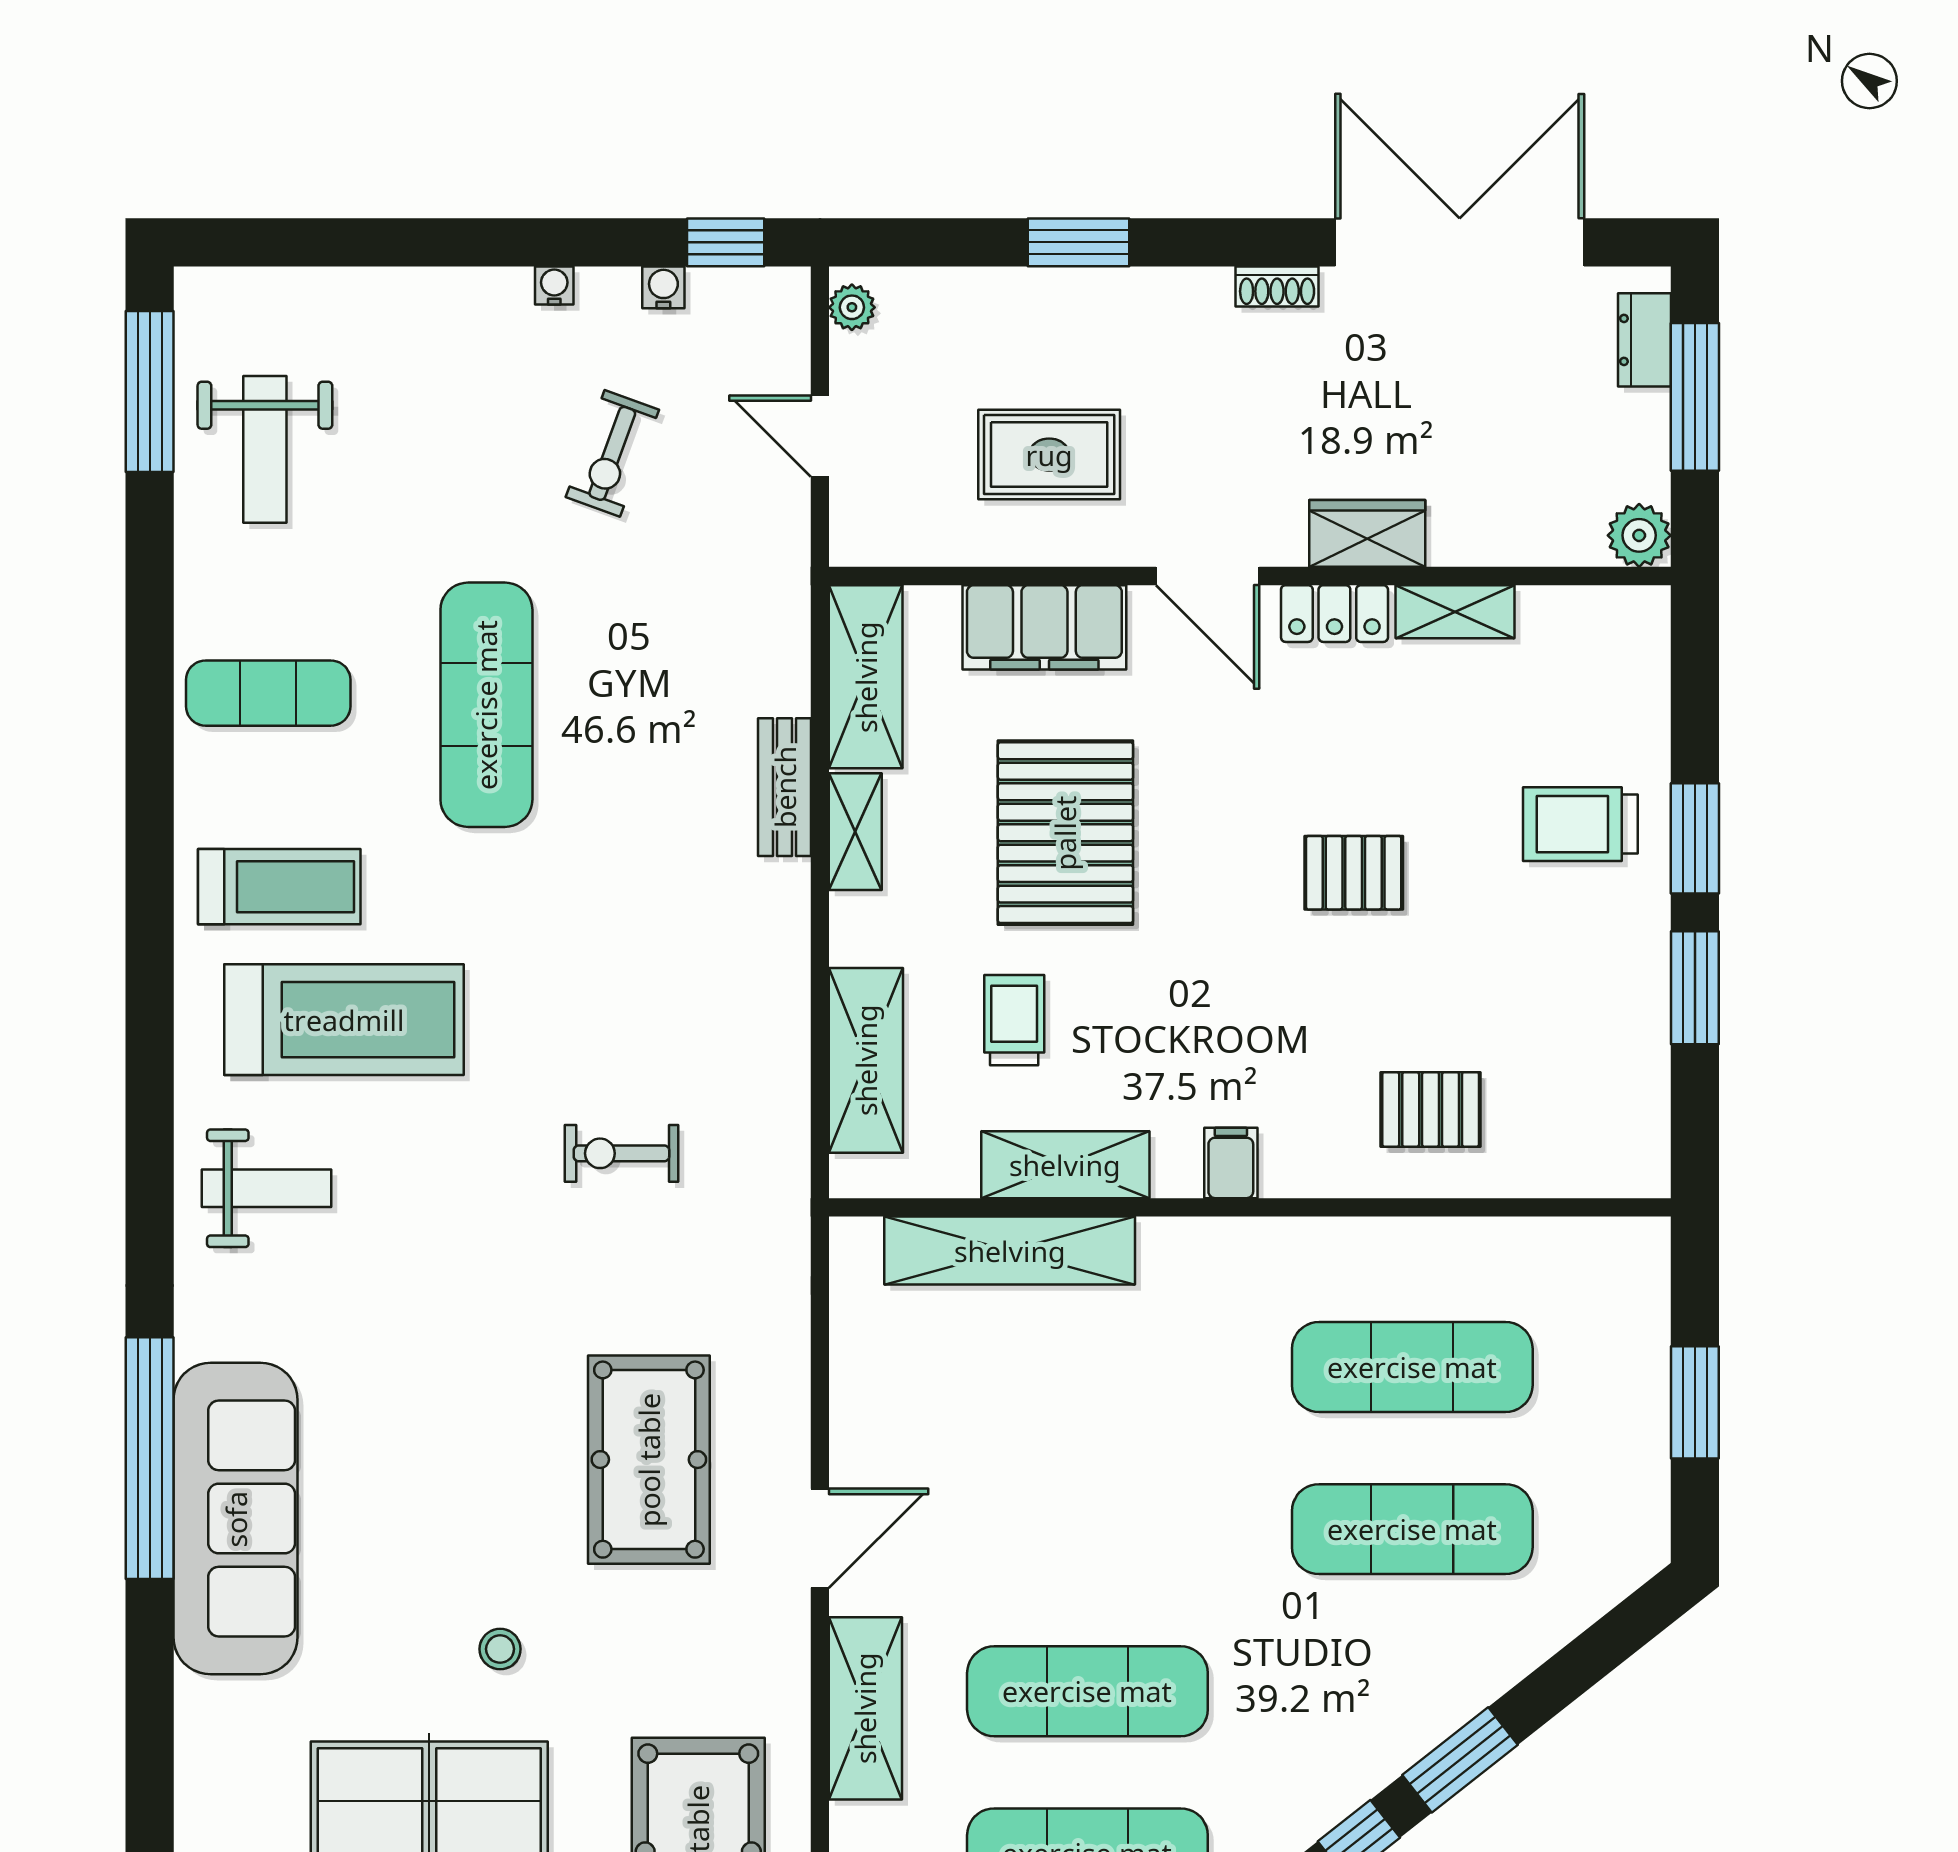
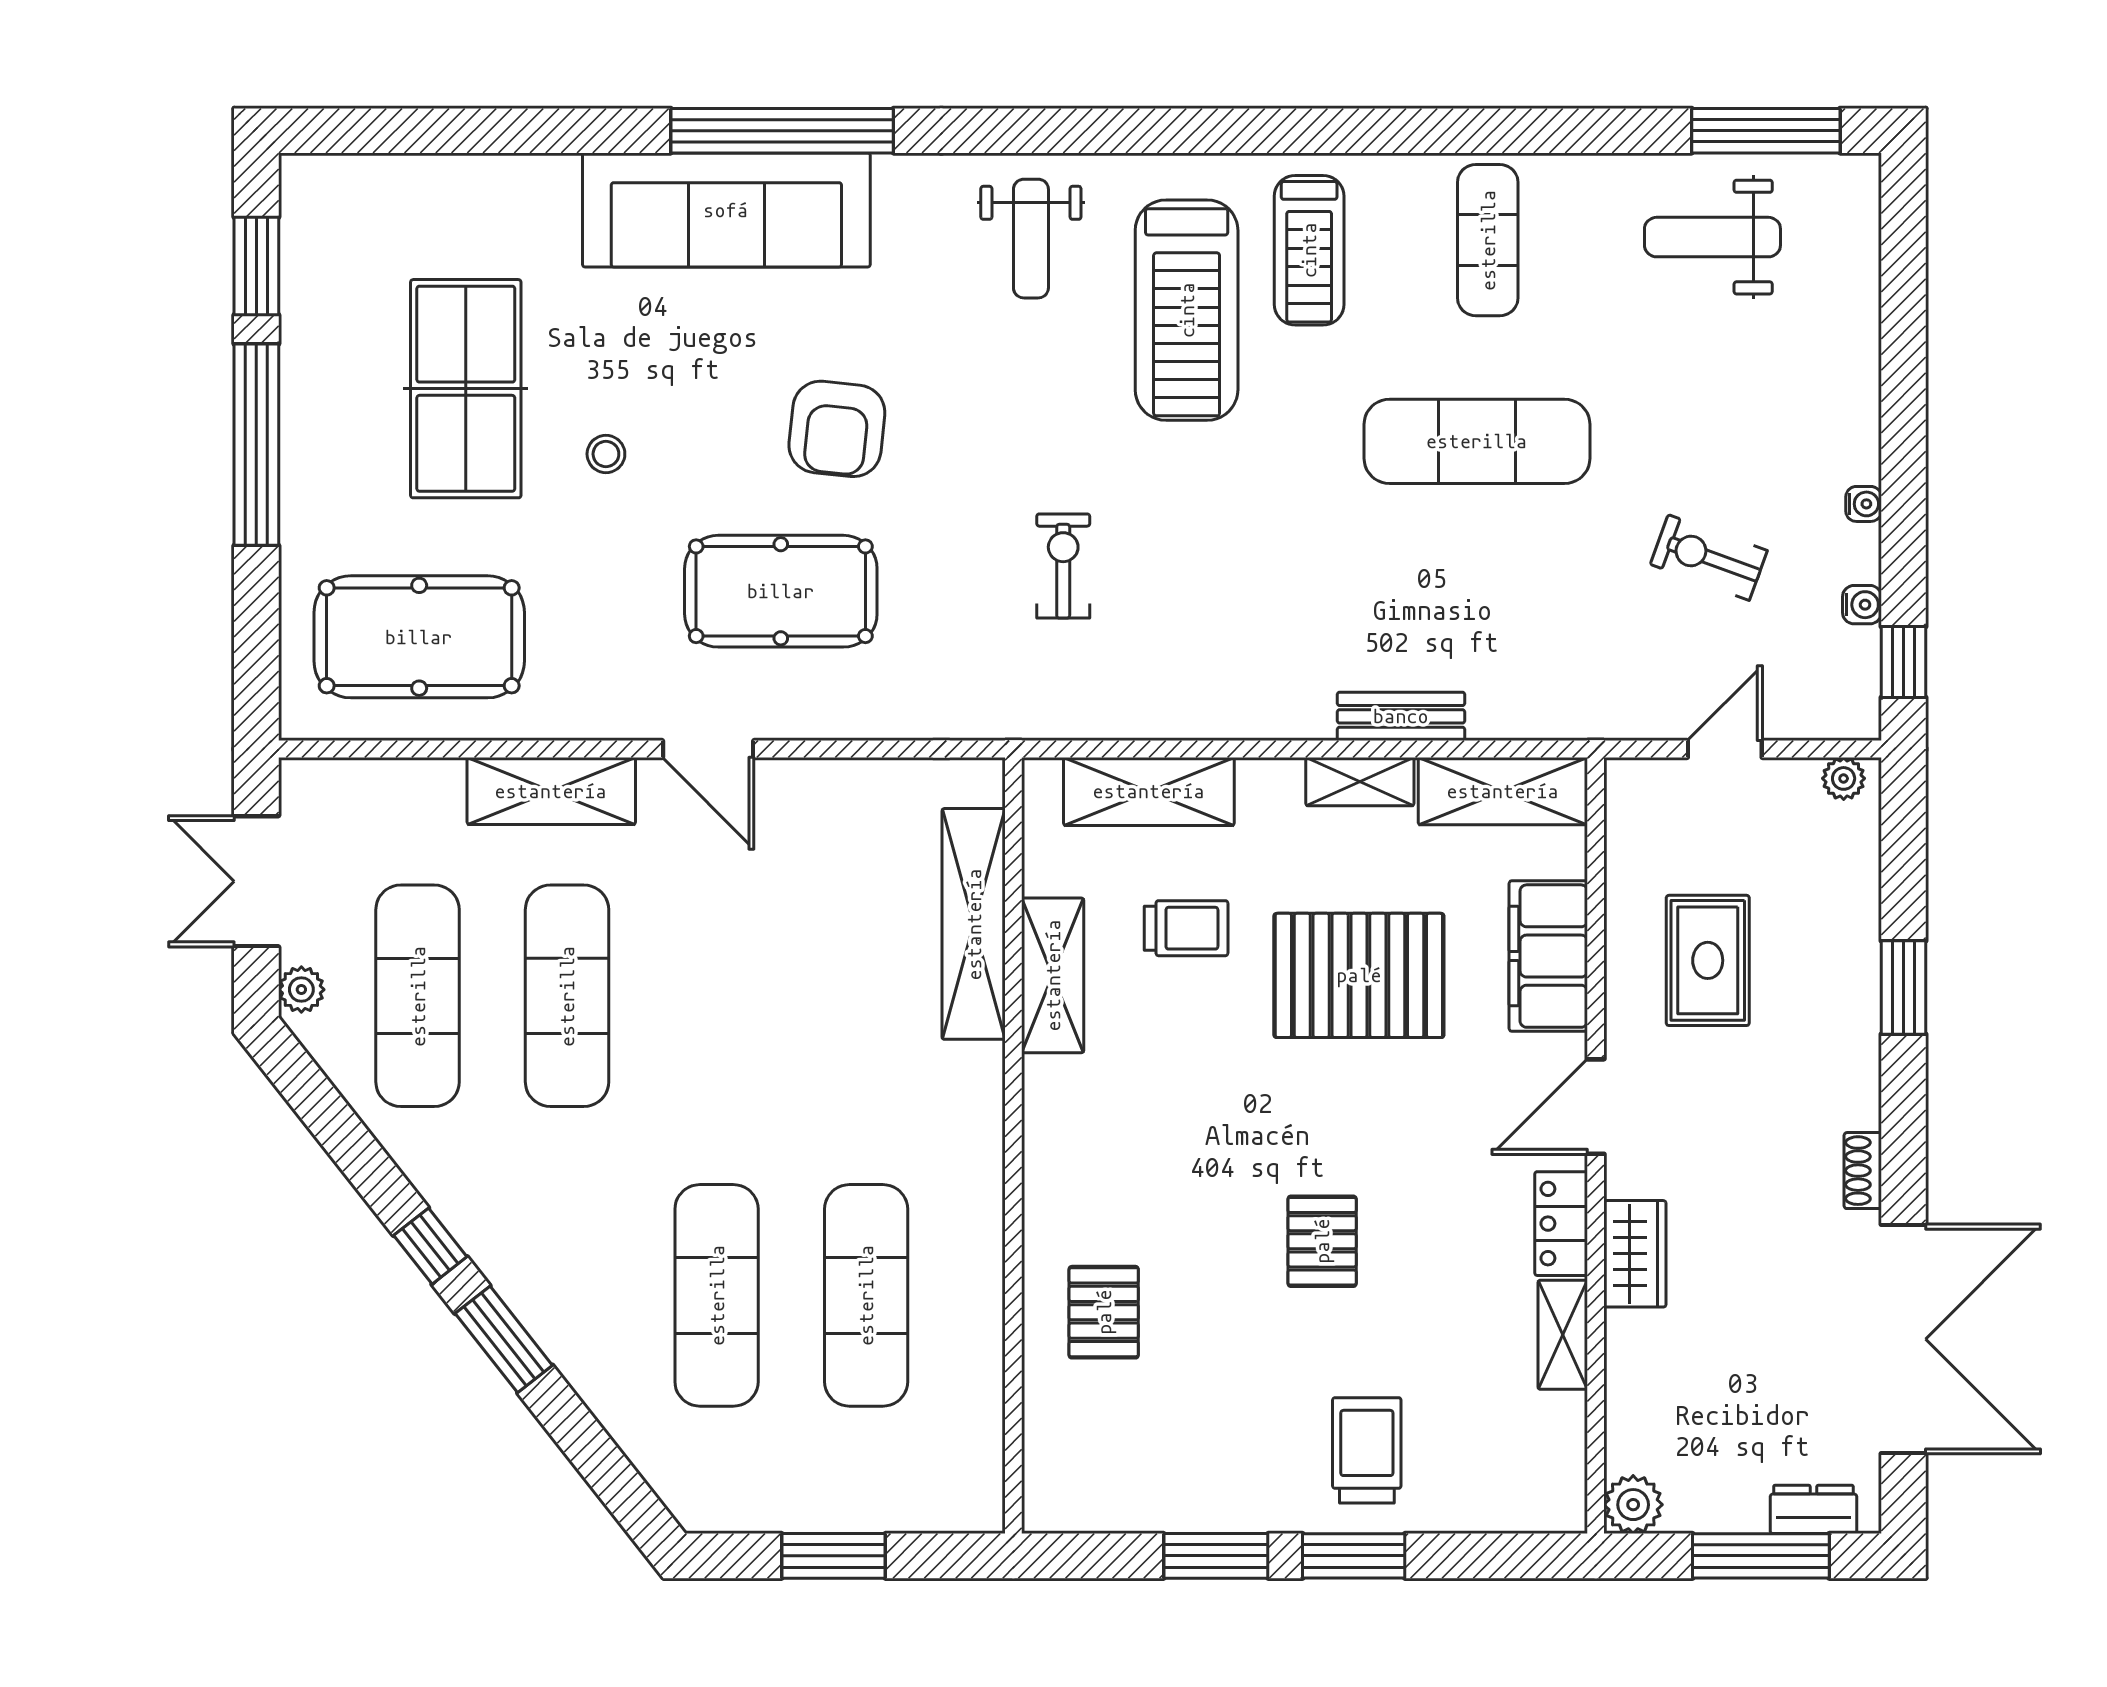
filing cabinet: (1231, 1163) -> (1054, 1128), removed
armchair: (473, 1399) -> (837, 429), added

